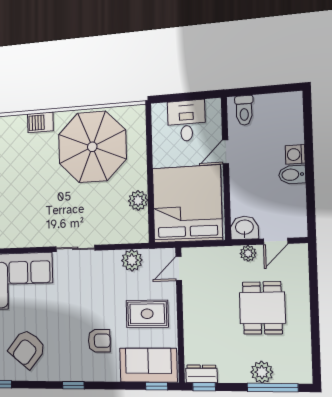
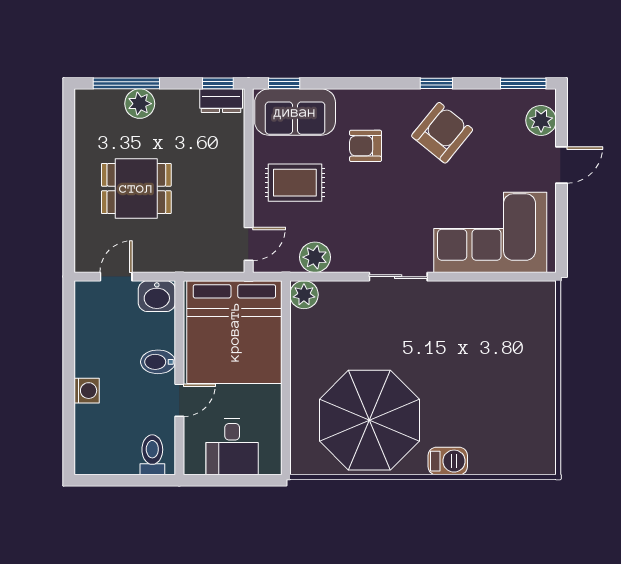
bidet: (292, 175) -> (158, 362), moved, turned 180
plant: (138, 200) -> (304, 295), moved
plant: (248, 253) -> (153, 262), removed
dining table: (262, 308) -> (136, 188), turned 90
armchair: (27, 349) -> (442, 133), moved
window: (73, 385) -> (436, 83), moved

